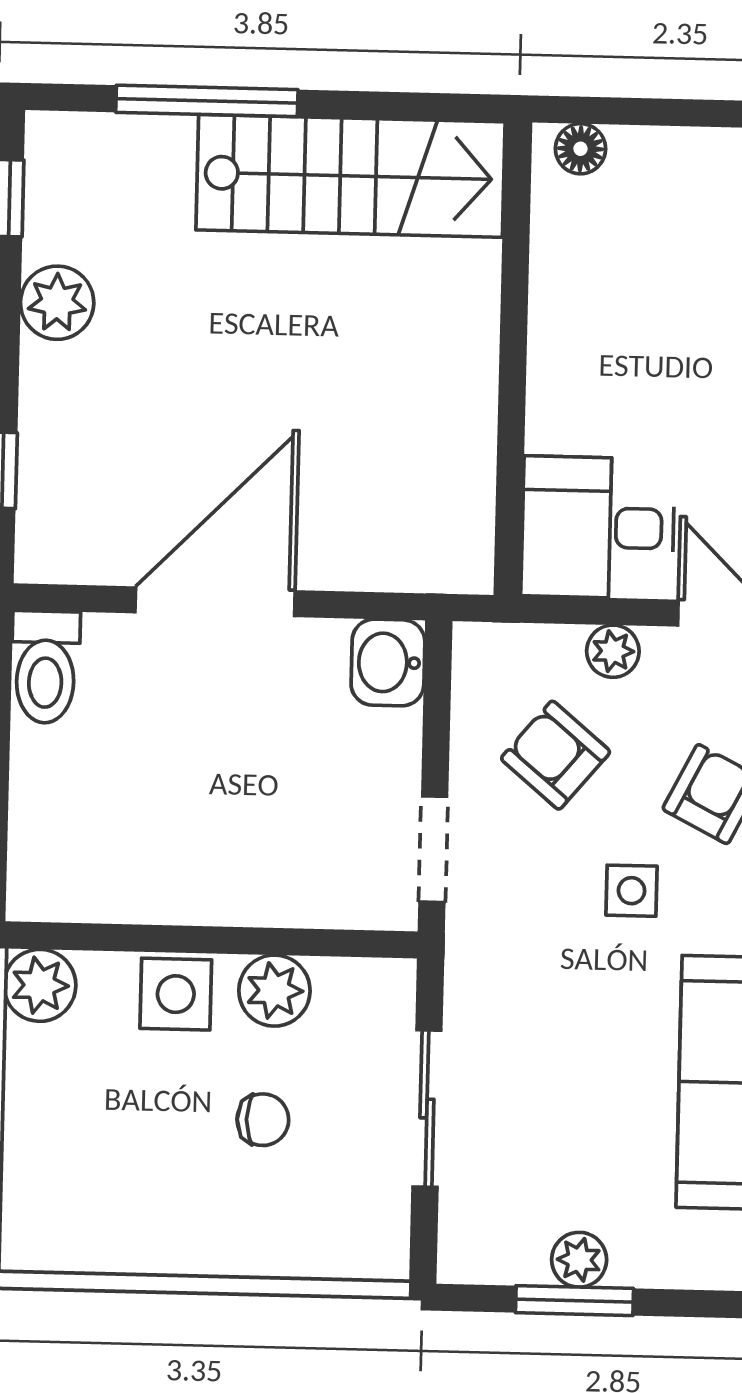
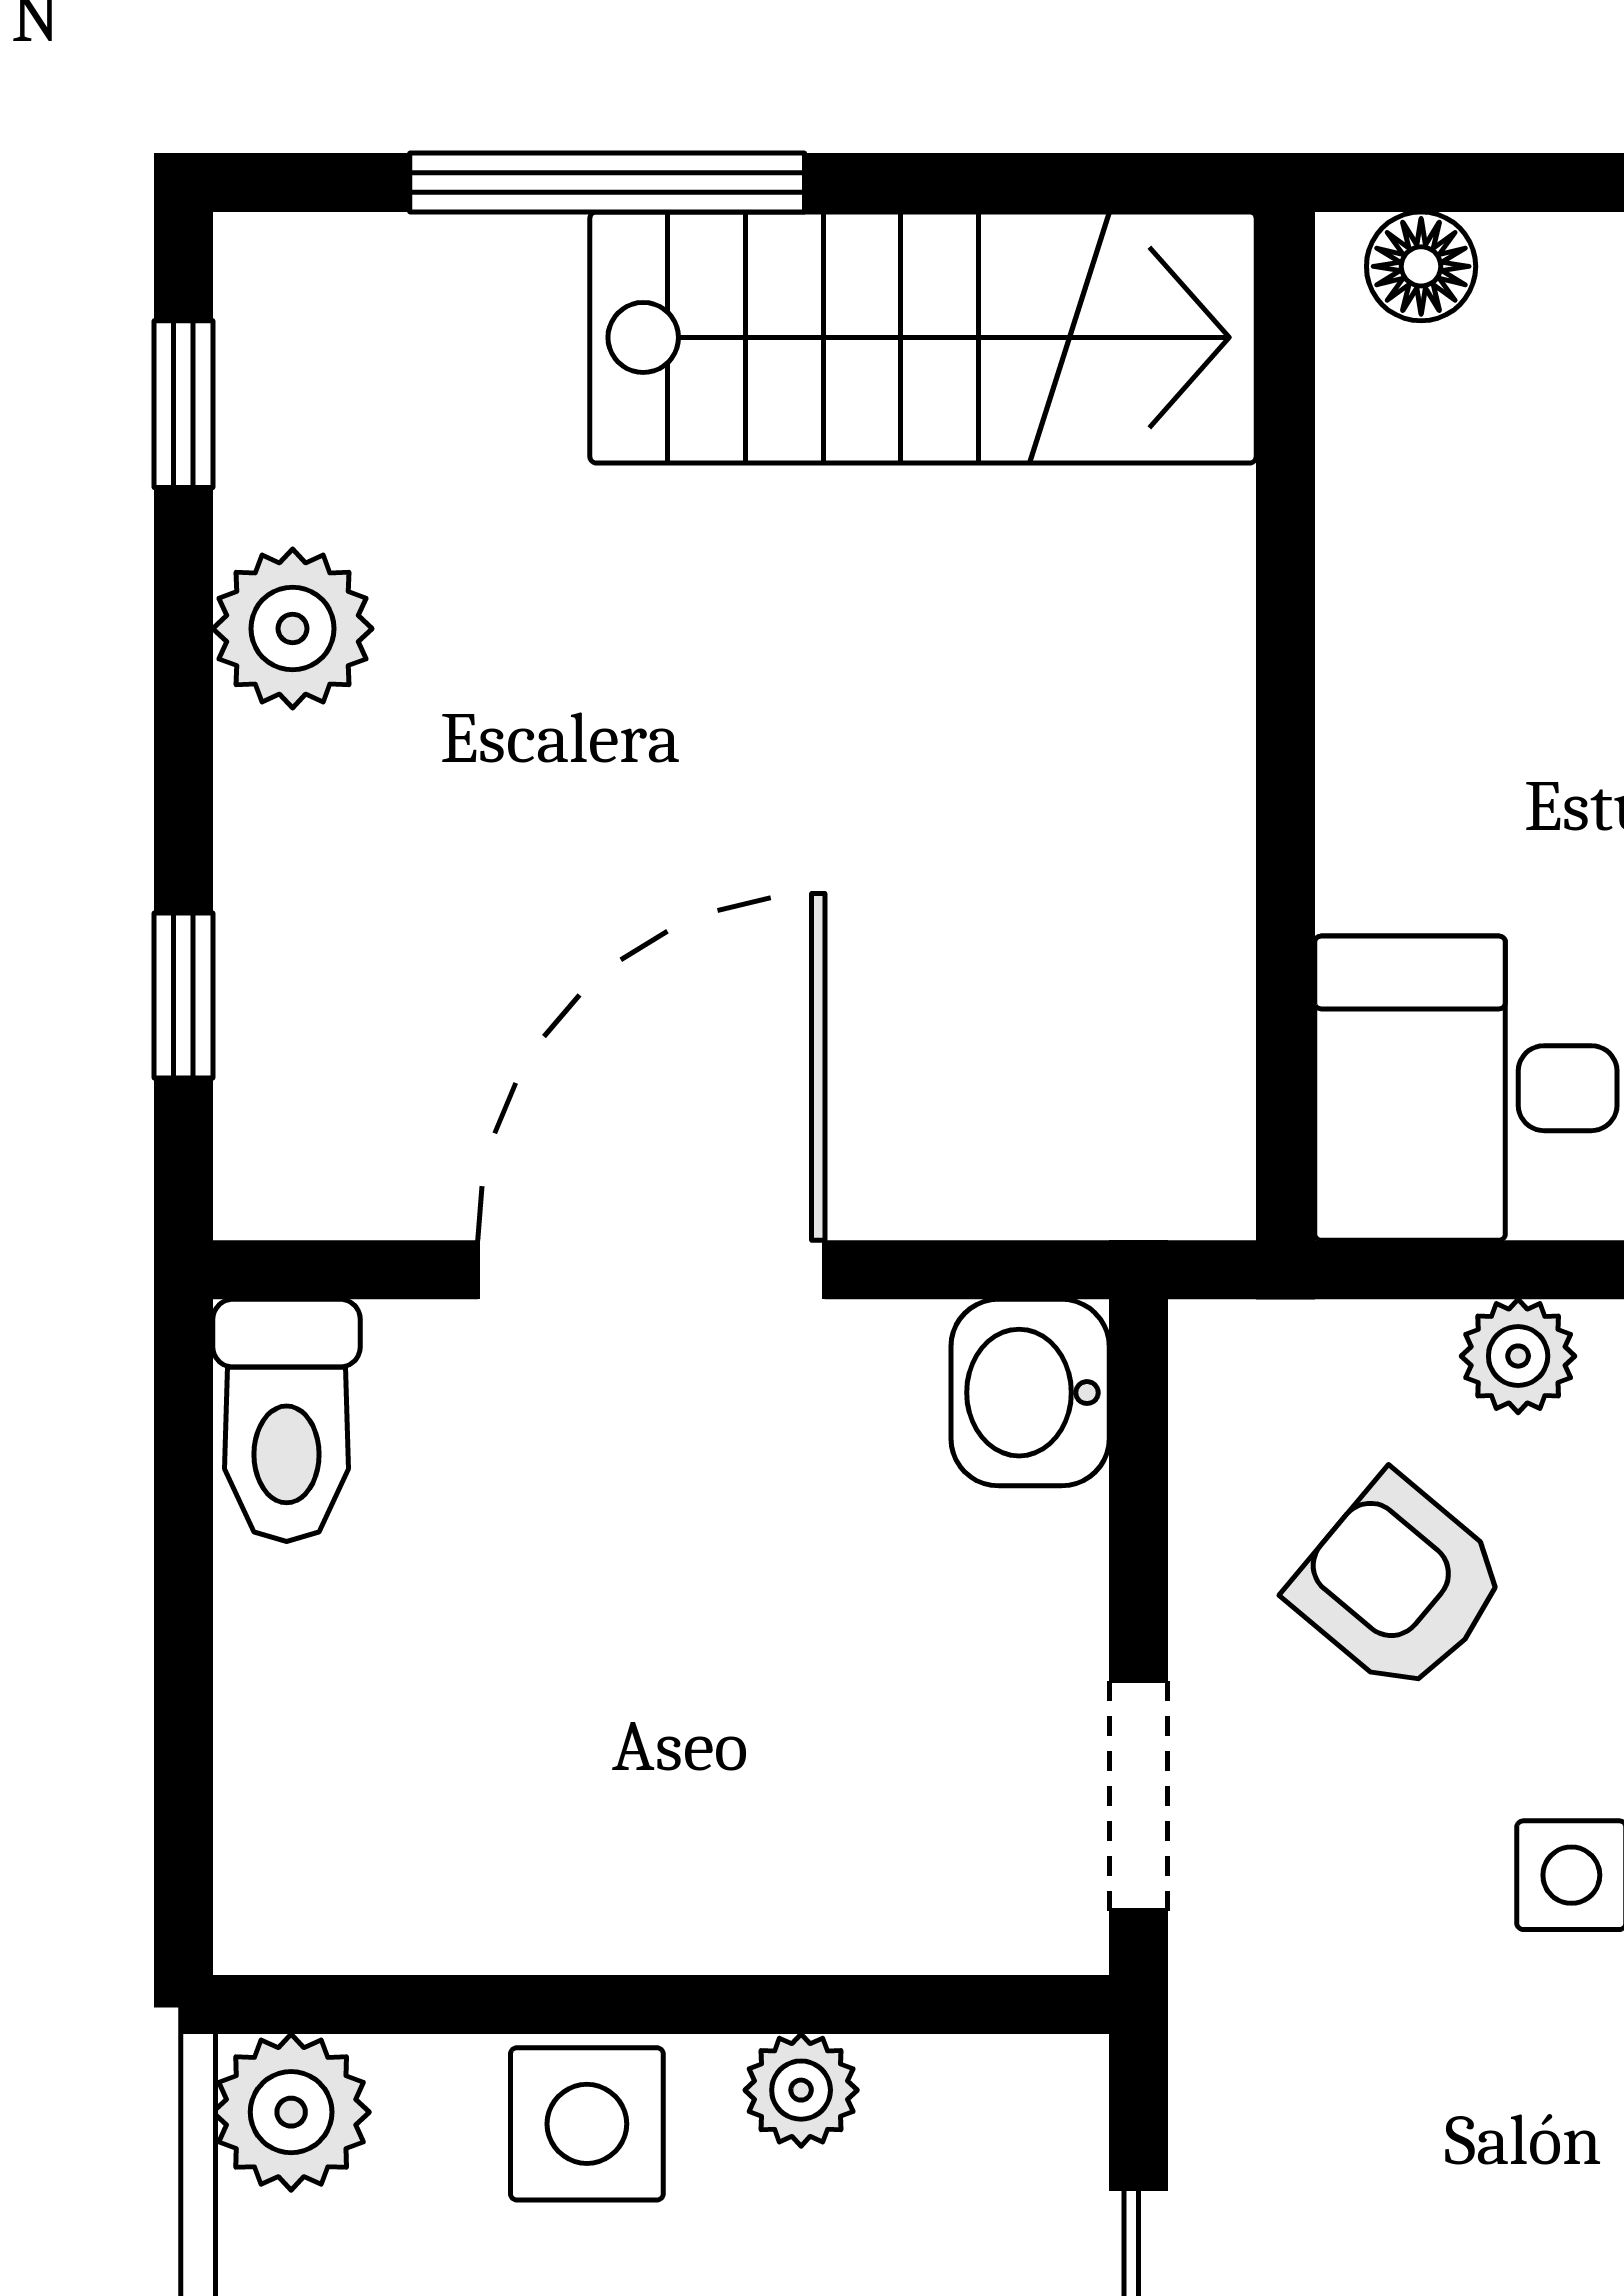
plant: (274, 991) -> (801, 2090), width x0.73, depth x0.73

